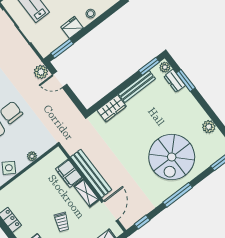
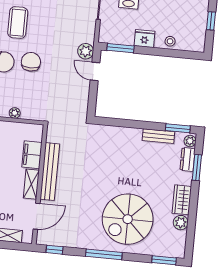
bench: (137, 86) -> (158, 136), width x0.73
wardrobe: (112, 108) -> (182, 200), moved, turned 90

